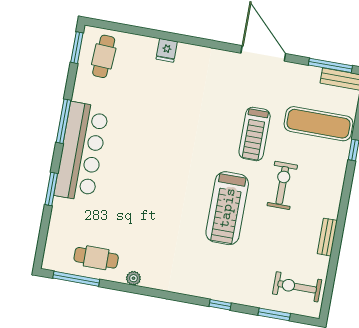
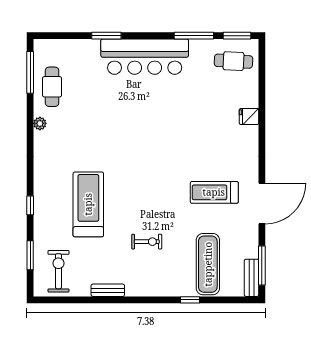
window: (64, 121) -> (194, 36), moved
treadmill: (255, 134) -> (214, 192), moved
exercise bike: (282, 185) -> (147, 242), width x0.73, depth x0.72
treadmill: (227, 208) -> (88, 204), moved, turned 90

